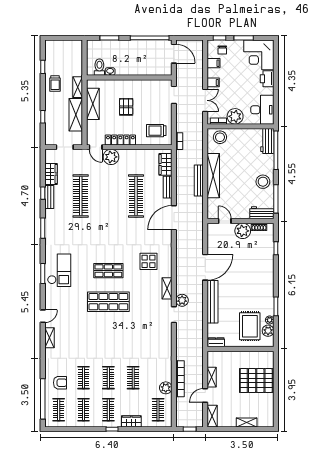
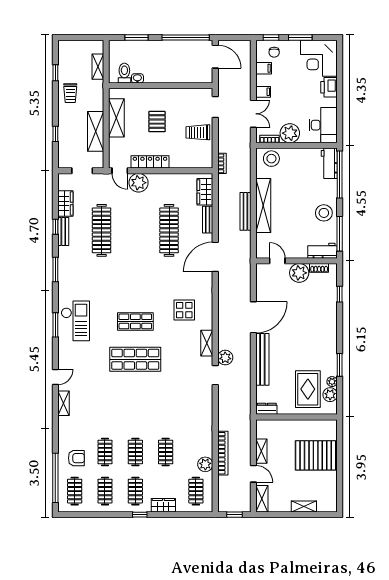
shelving: (78, 87) -> (98, 67), moved
trolley: (156, 131) -> (198, 132), moved
door: (205, 395) -> (253, 474), swing flipped

